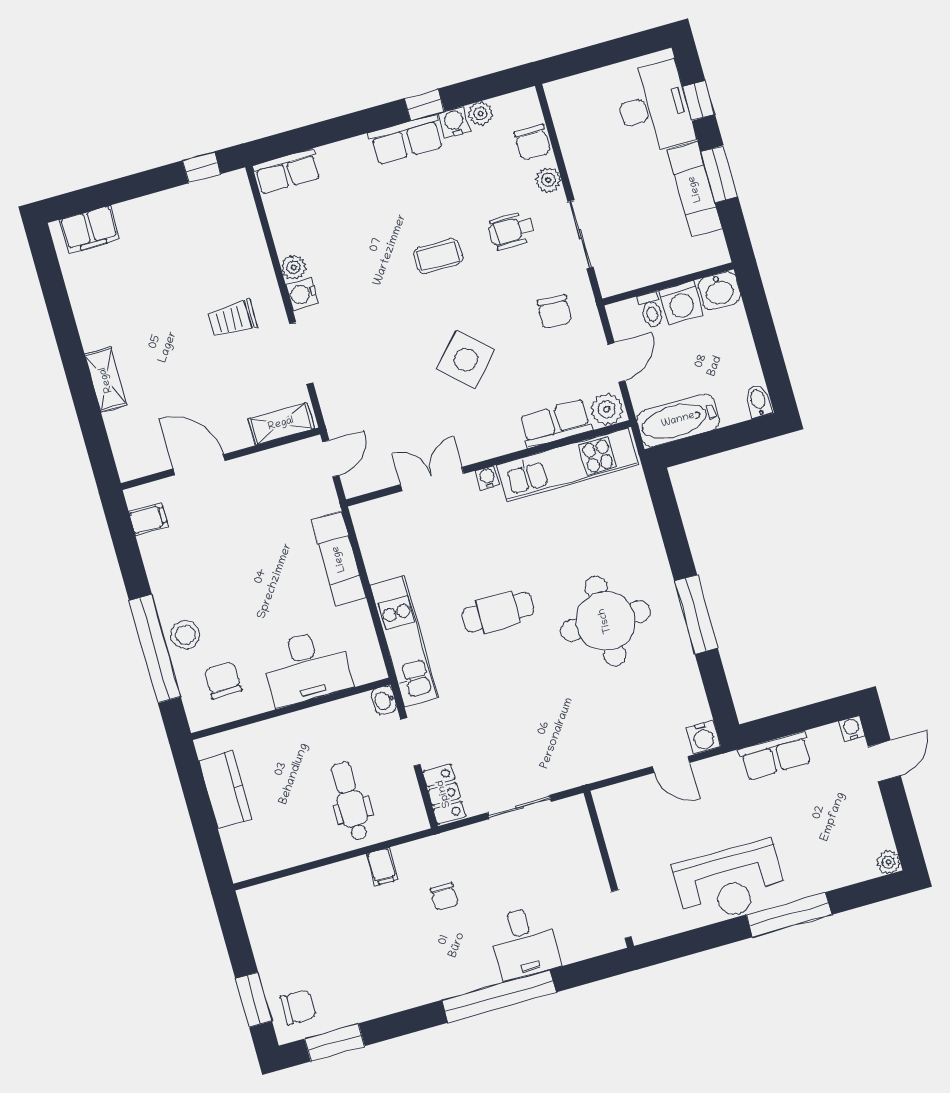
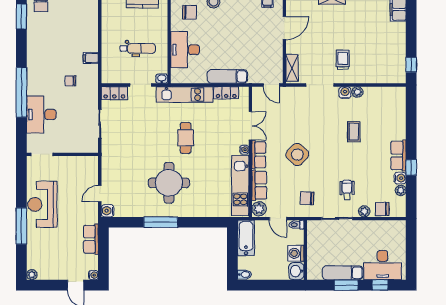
row of seats: (287, 171) -> (259, 155), moved, turned 180
coffee table: (438, 256) -> (354, 132), moved
toilet: (651, 310) -> (296, 225), moved
locker: (375, 552) -> (226, 93), added
dental chair: (350, 801) -> (138, 48), moved
desk: (524, 942) -> (41, 115), width x1.37

